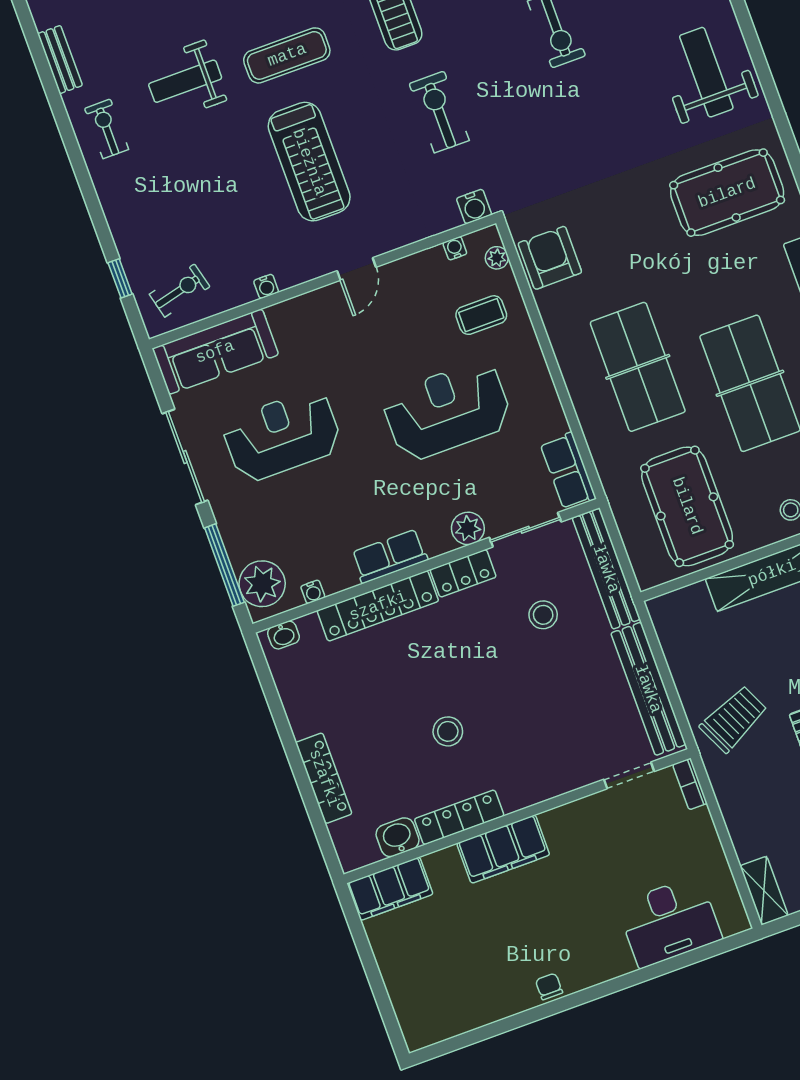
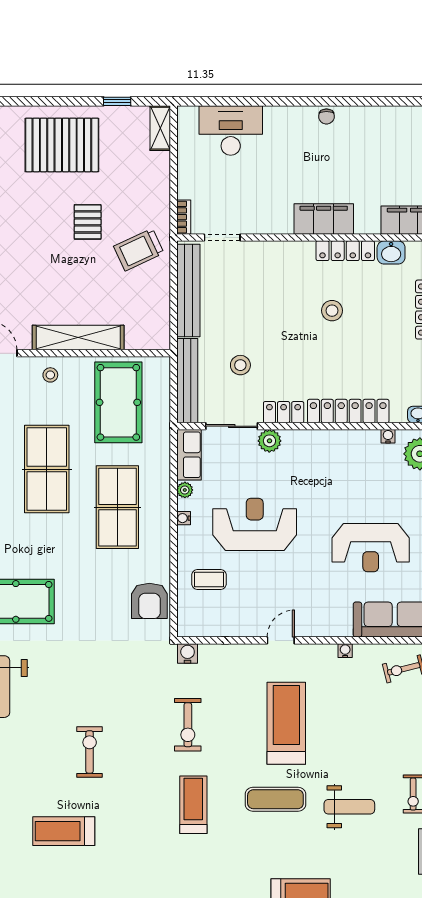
water cooler: (455, 248) -> (184, 518), moved, turned 90
plant: (497, 258) -> (185, 490), moved
reception desk: (447, 410) -> (255, 524), turned 180
row of seats: (390, 556) -> (328, 441), removed

